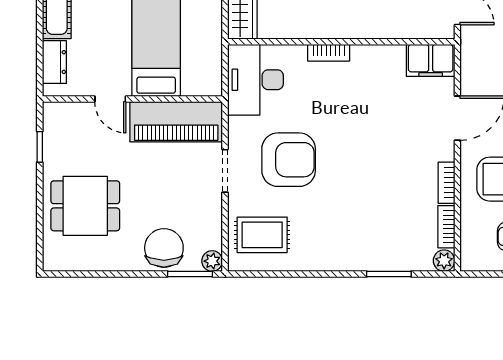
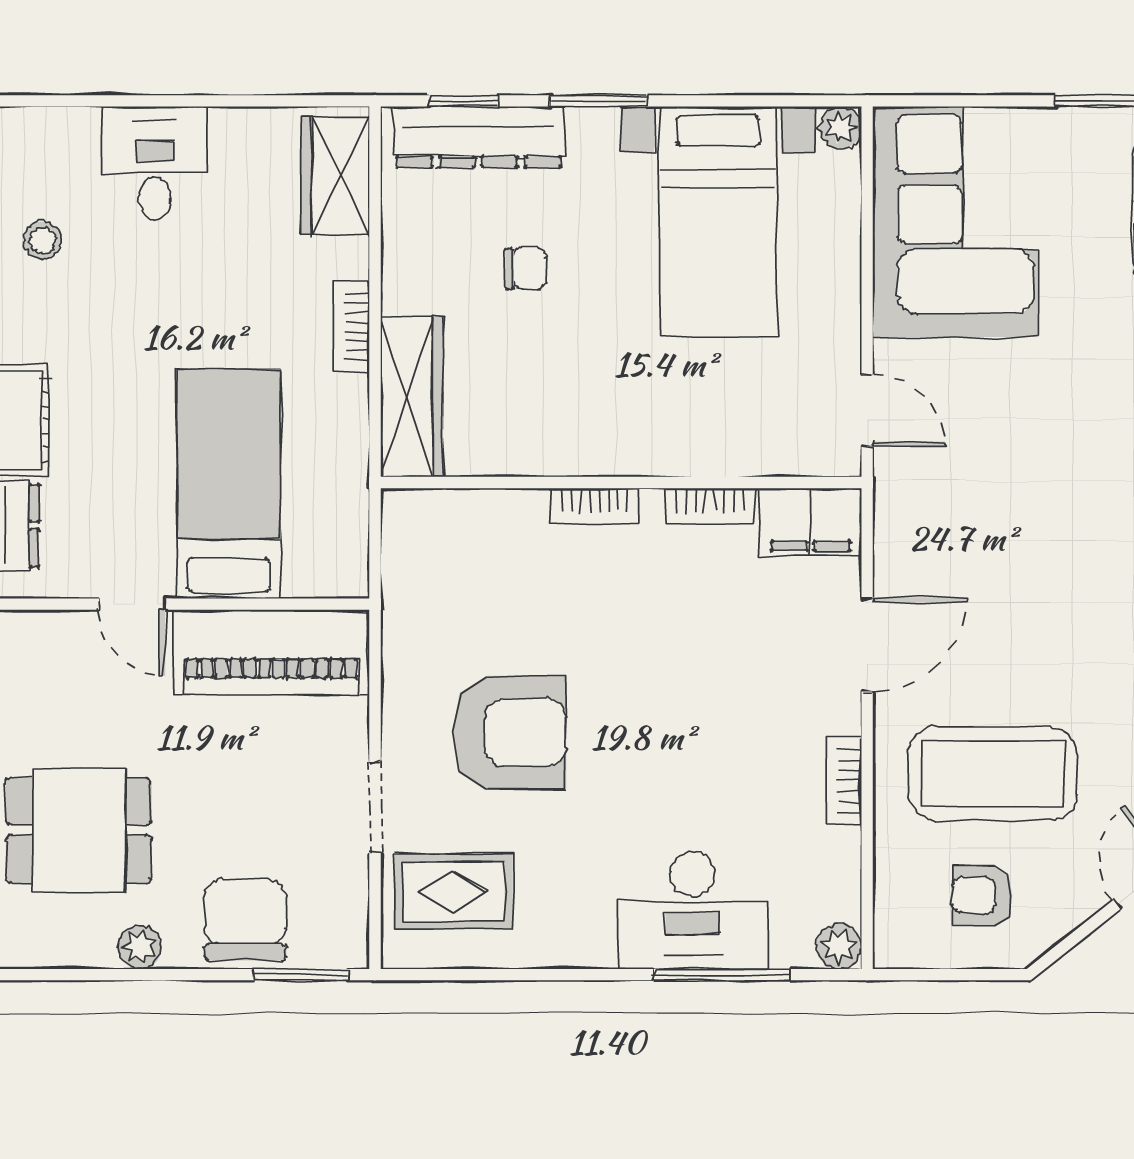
desk: (255, 80) -> (693, 910), moved, turned -90
doorway: (225, 171) -> (375, 807), moved
bookcase: (446, 227) -> (710, 506), moved, turned -90
plant: (212, 261) -> (140, 947), moved
window: (389, 274) -> (722, 975), width x1.44

